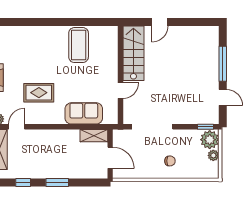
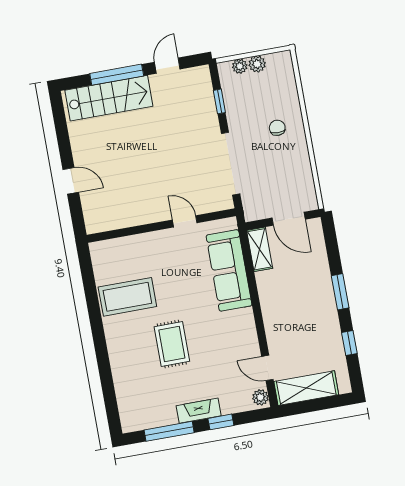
stairs: (133, 53) -> (109, 98), moved, turned 180
rug: (39, 93) -> (172, 344), moved
sofa: (84, 113) -> (229, 270), width x1.36
window: (206, 127) -> (219, 101), moved
plant: (210, 140) -> (240, 66), width x0.53, depth x0.53
door: (110, 158) -> (289, 219), swing flipped

